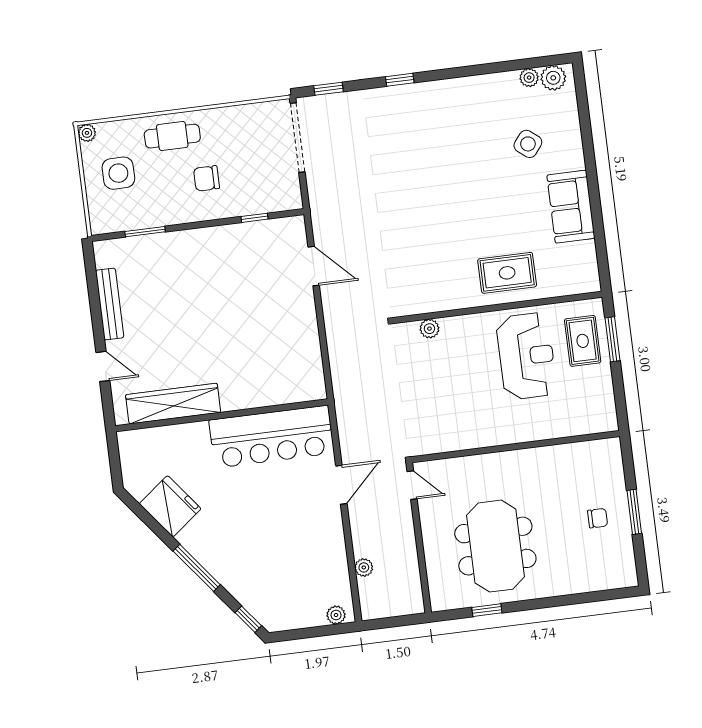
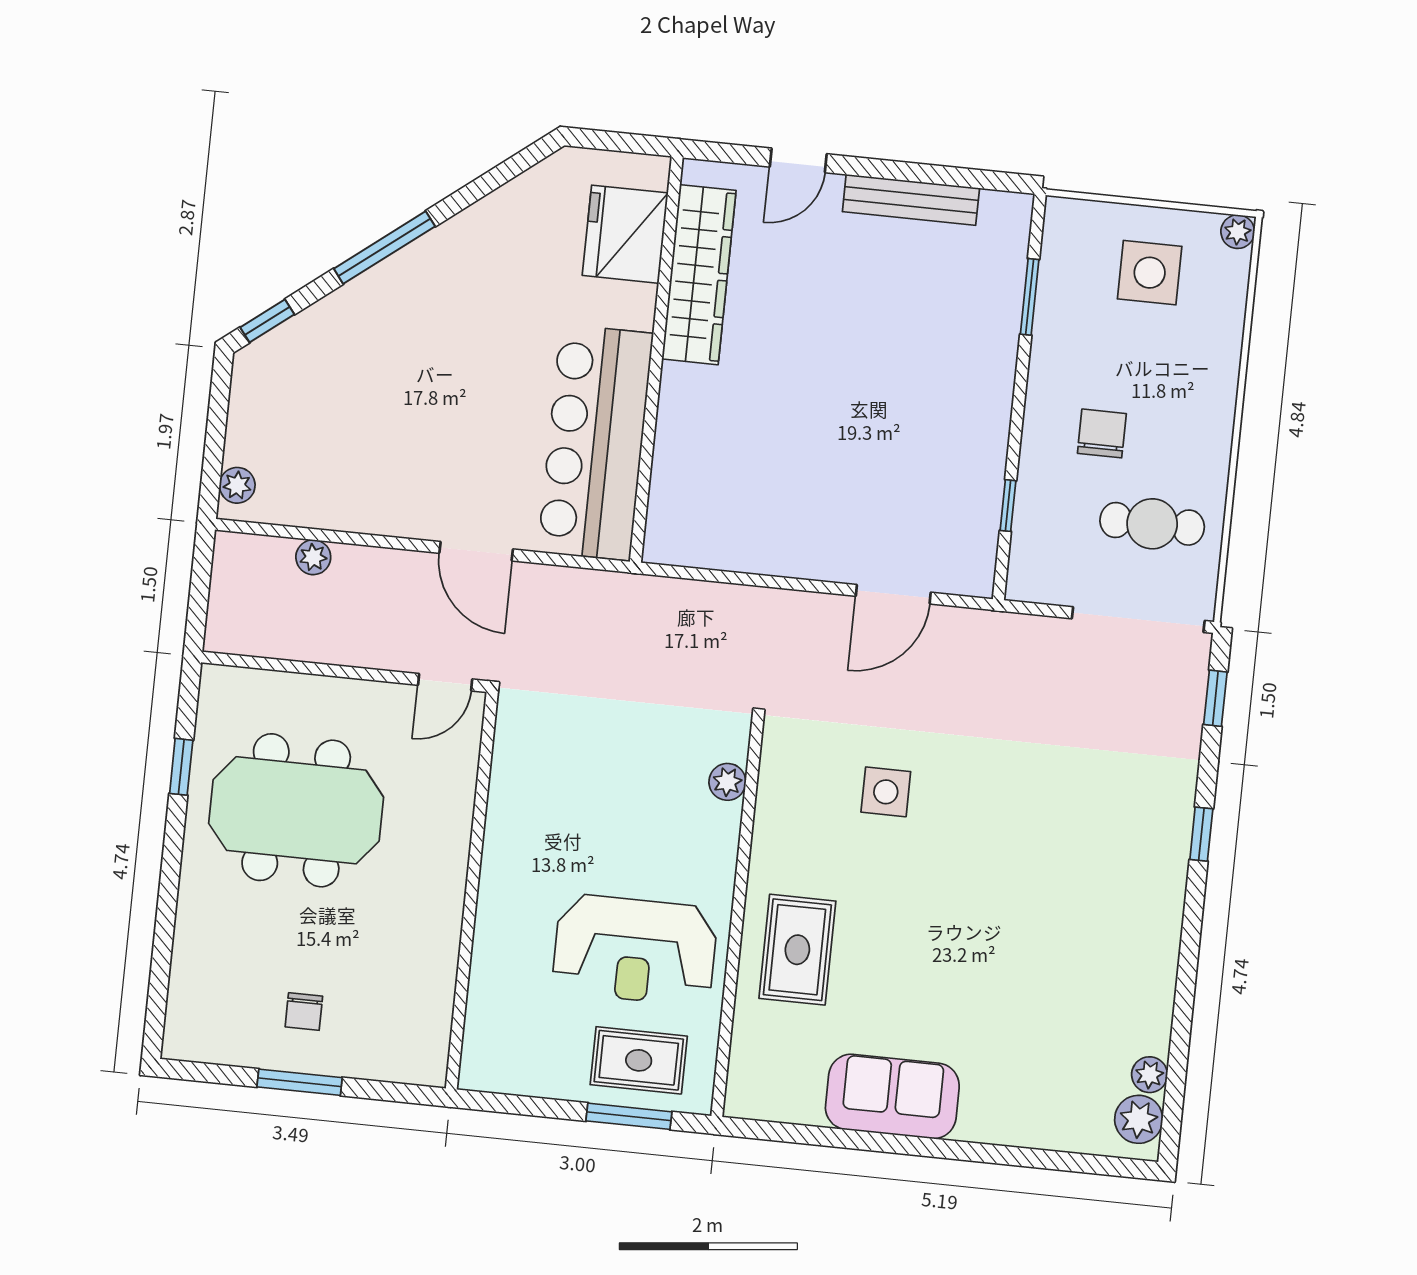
cafe table: (172, 136) -> (1152, 524), moved, turned 90
side table: (528, 144) -> (886, 792), moved, turned -38
fridge: (170, 506) -> (625, 234), moved, turned 128

